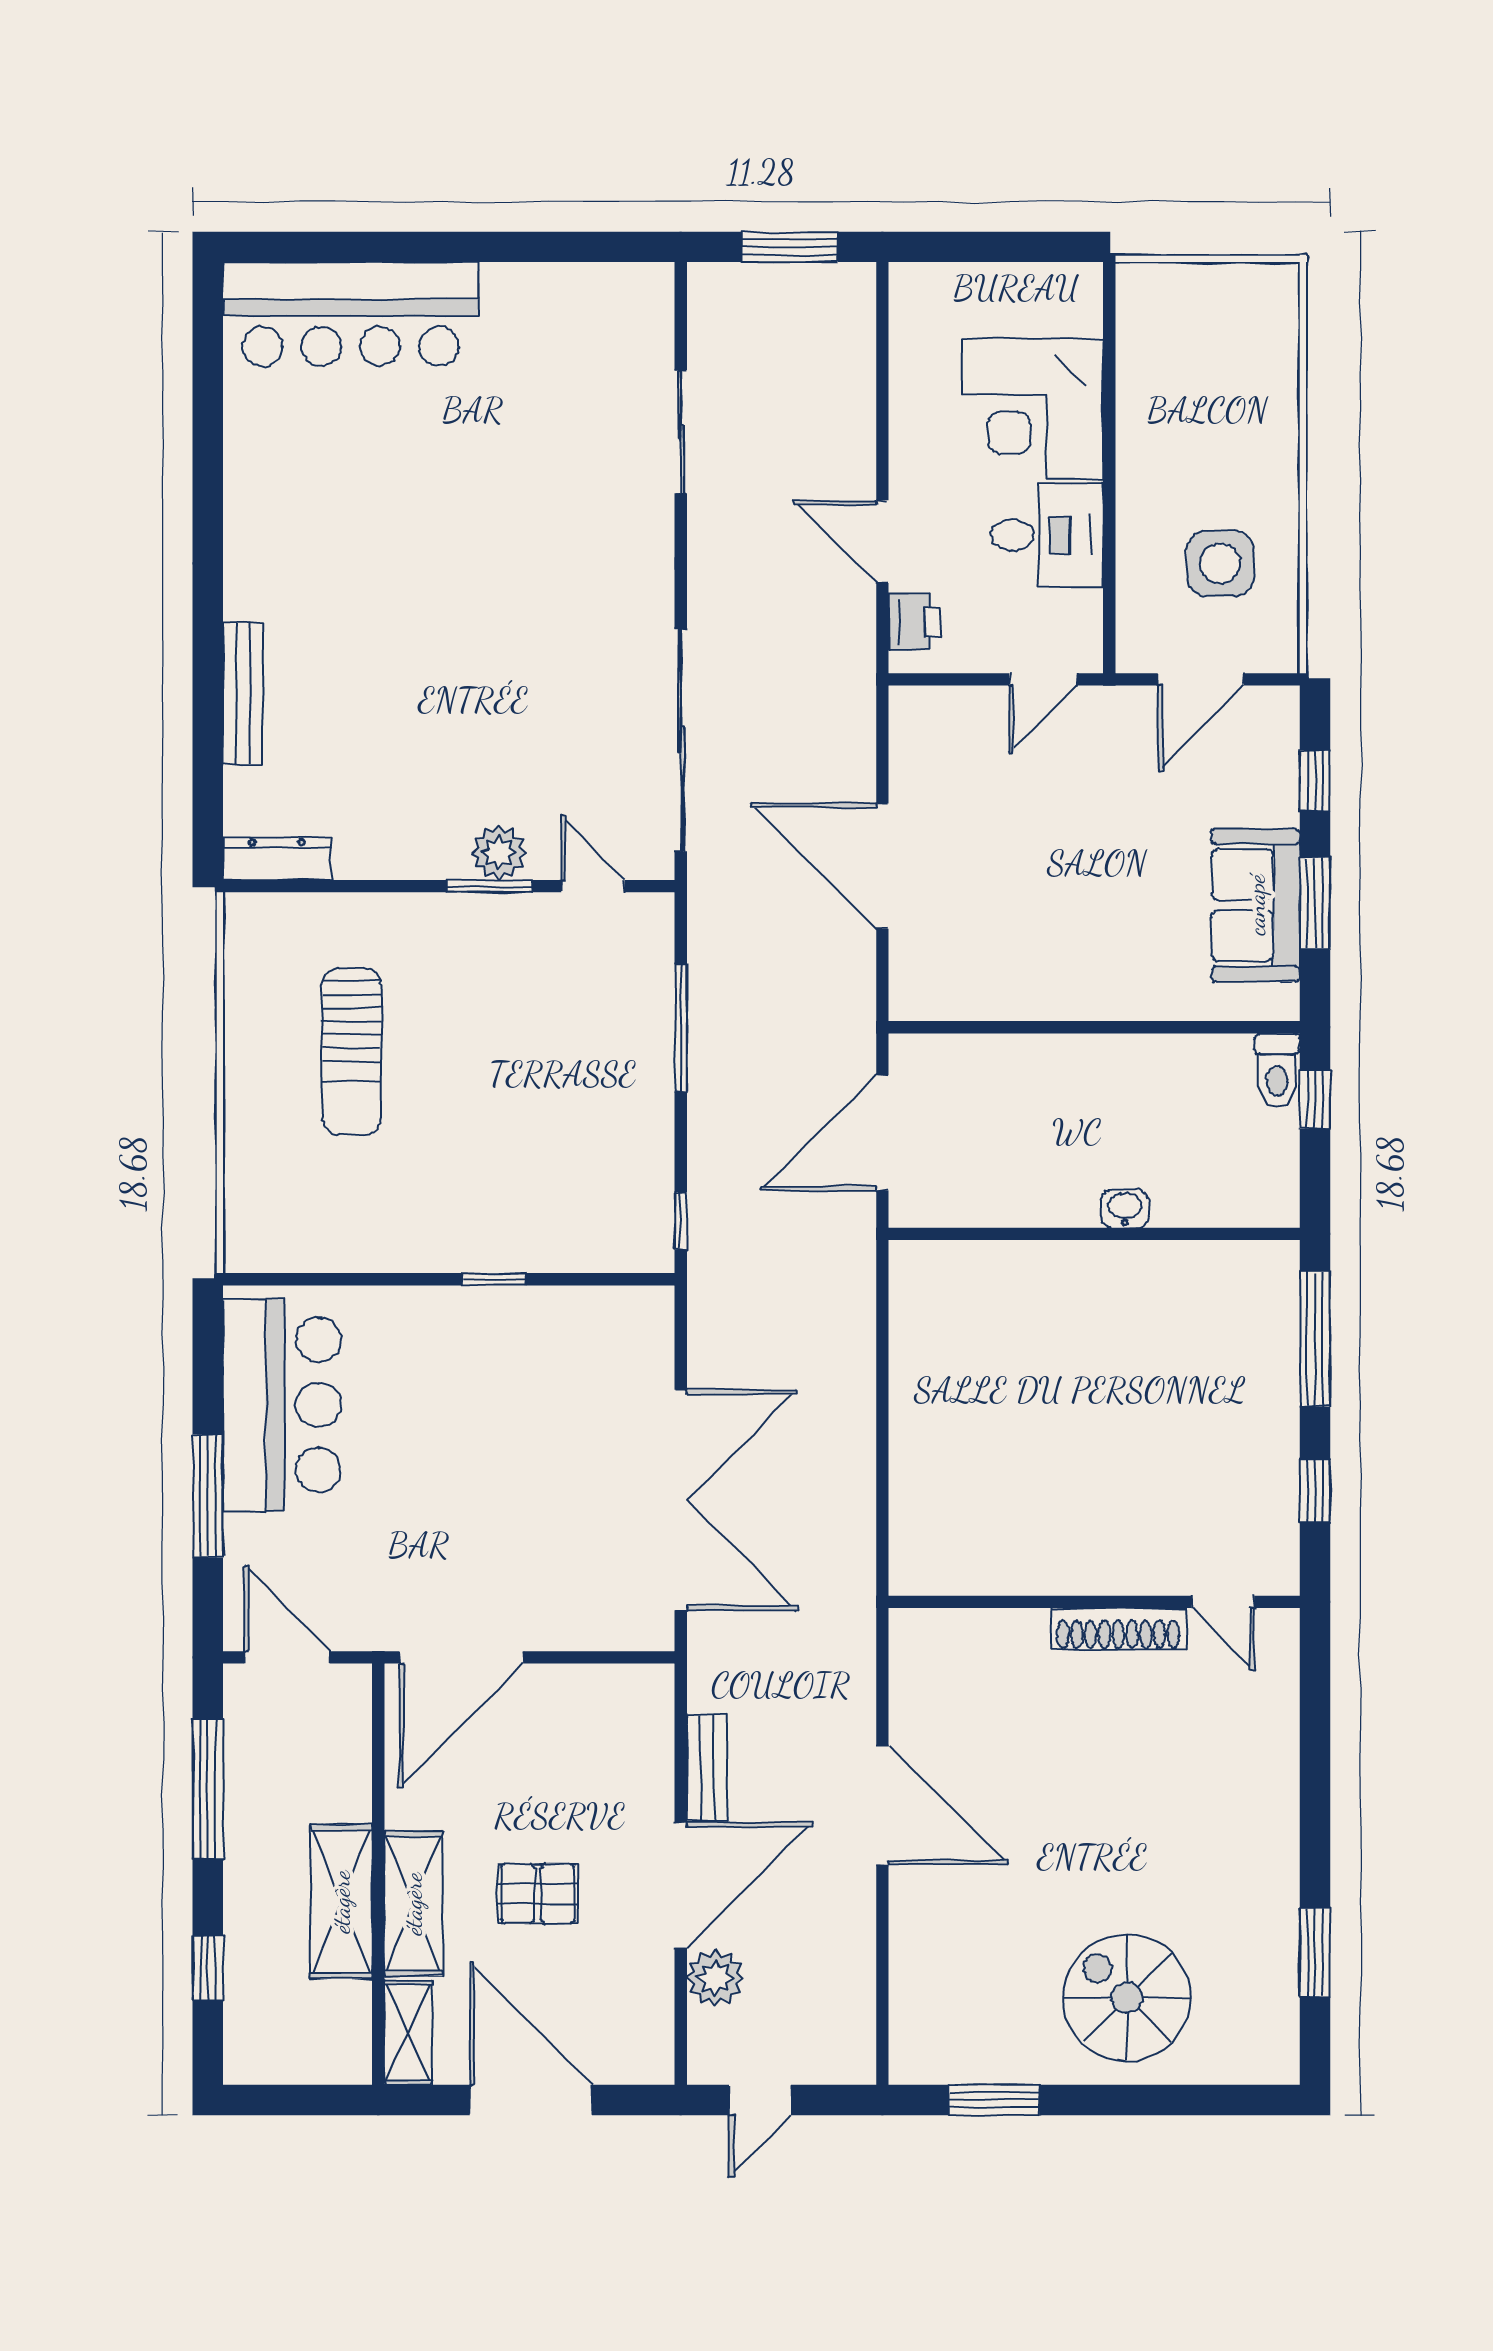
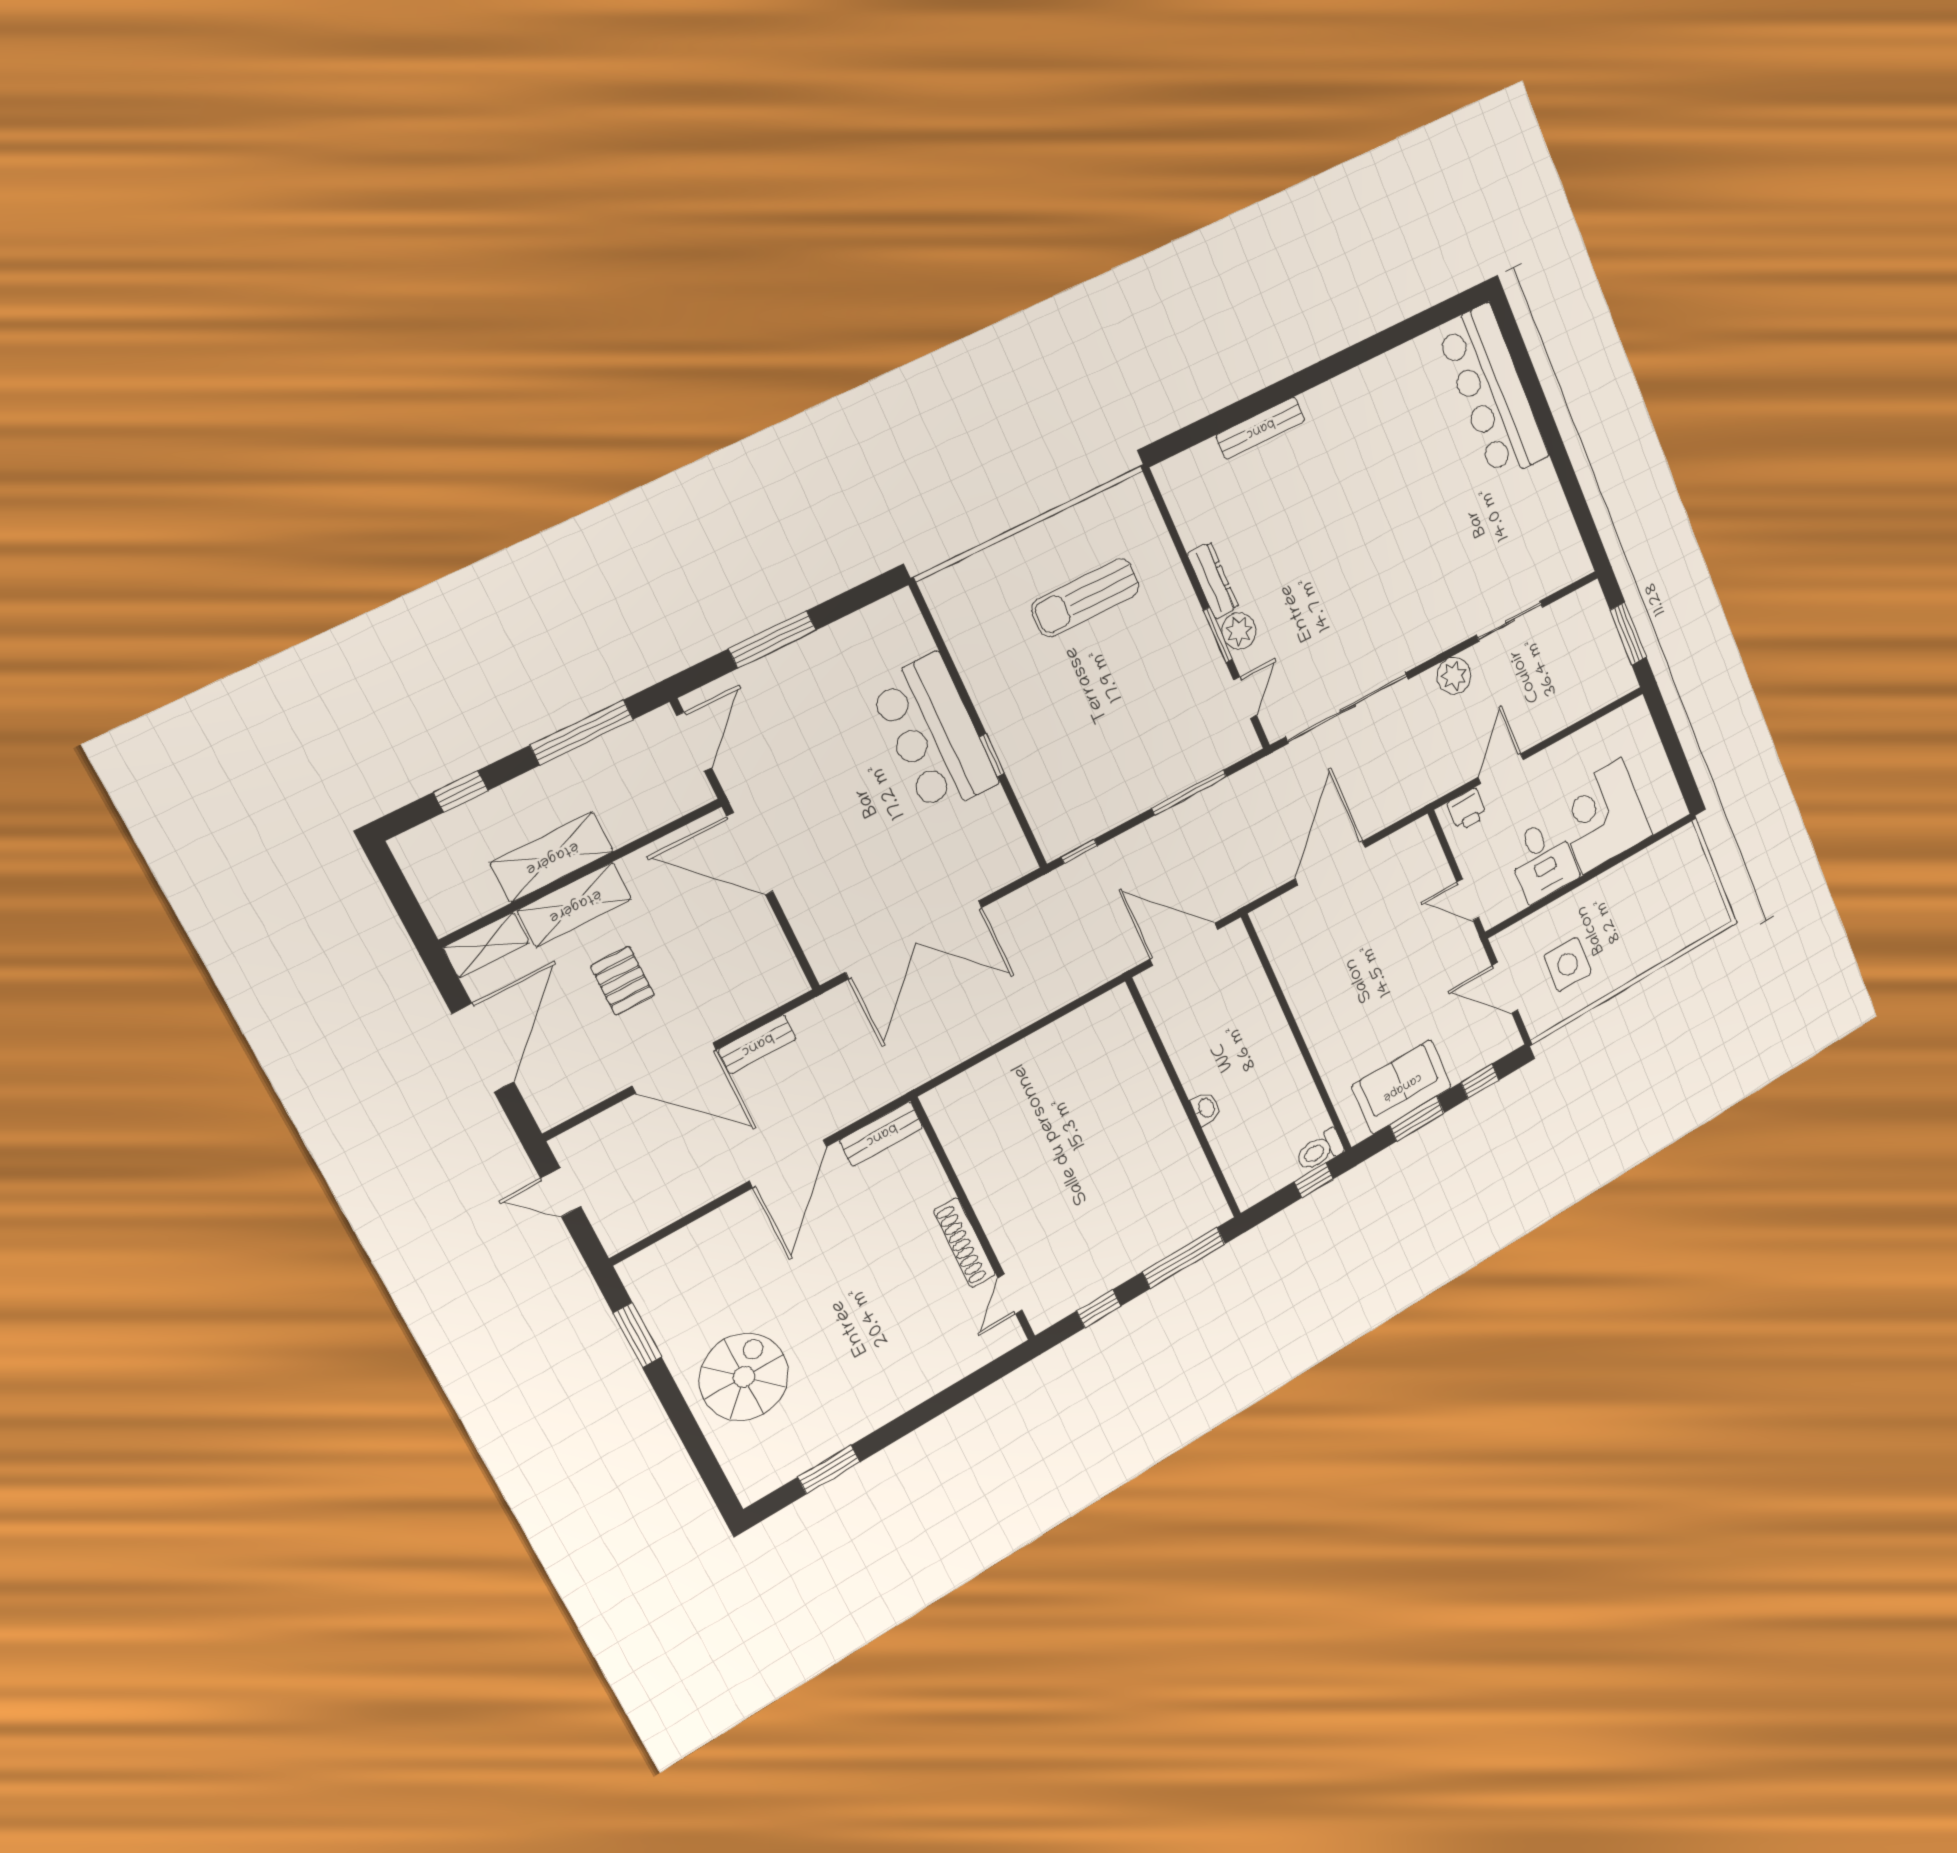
dresser: (277, 859) -> (1213, 580), moved
bar counter: (282, 1405) -> (934, 735), moved, turned 90
bench: (911, 1667) -> (881, 1134), added
plant: (715, 1978) -> (1454, 676), moved

